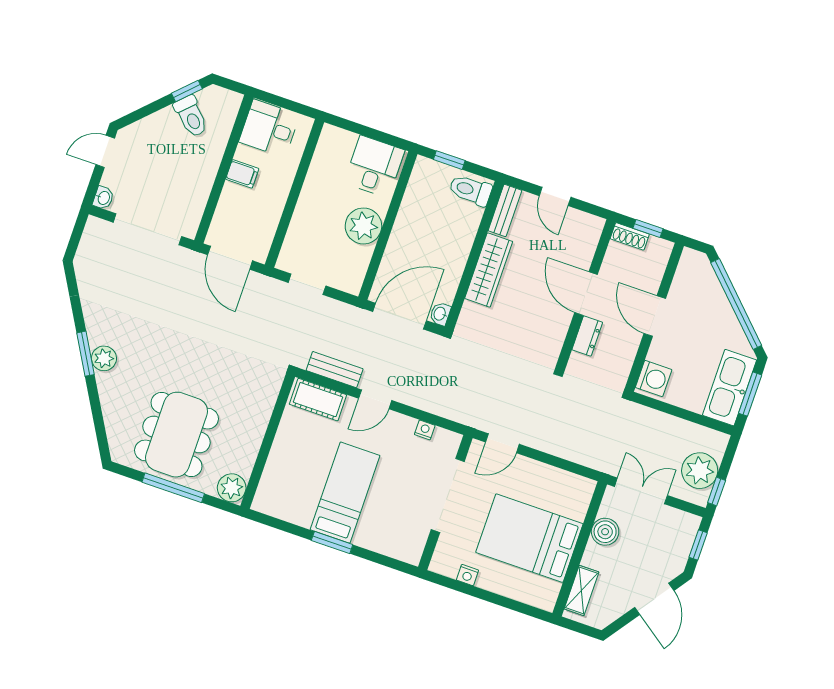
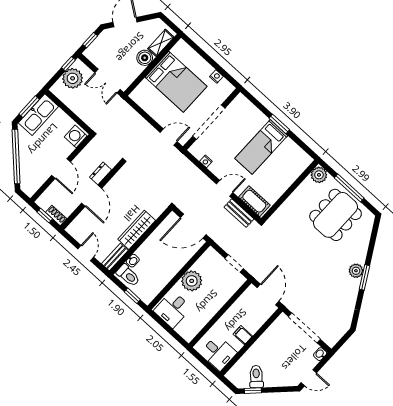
washbasin: (440, 314) -> (133, 261), moved
boiler: (605, 532) -> (145, 58), moved

